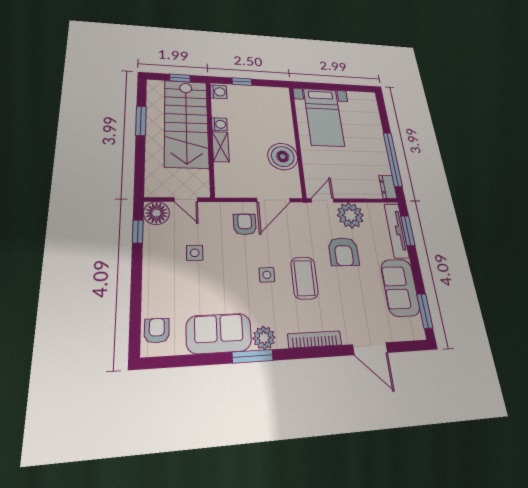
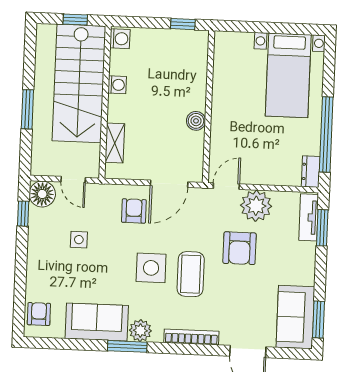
window: (242, 82) -> (183, 24), moved
bed with nightstands: (324, 117) -> (288, 75), moved
window: (141, 121) -> (27, 109), moved
shelving: (221, 147) -> (115, 143), moved
boiler: (283, 157) -> (196, 121), width x0.54, depth x0.54
tv unit: (396, 231) -> (309, 217), width x0.71
side table: (267, 275) -> (151, 268), width x1.87, depth x1.87
sofa: (400, 287) -> (295, 317), moved

